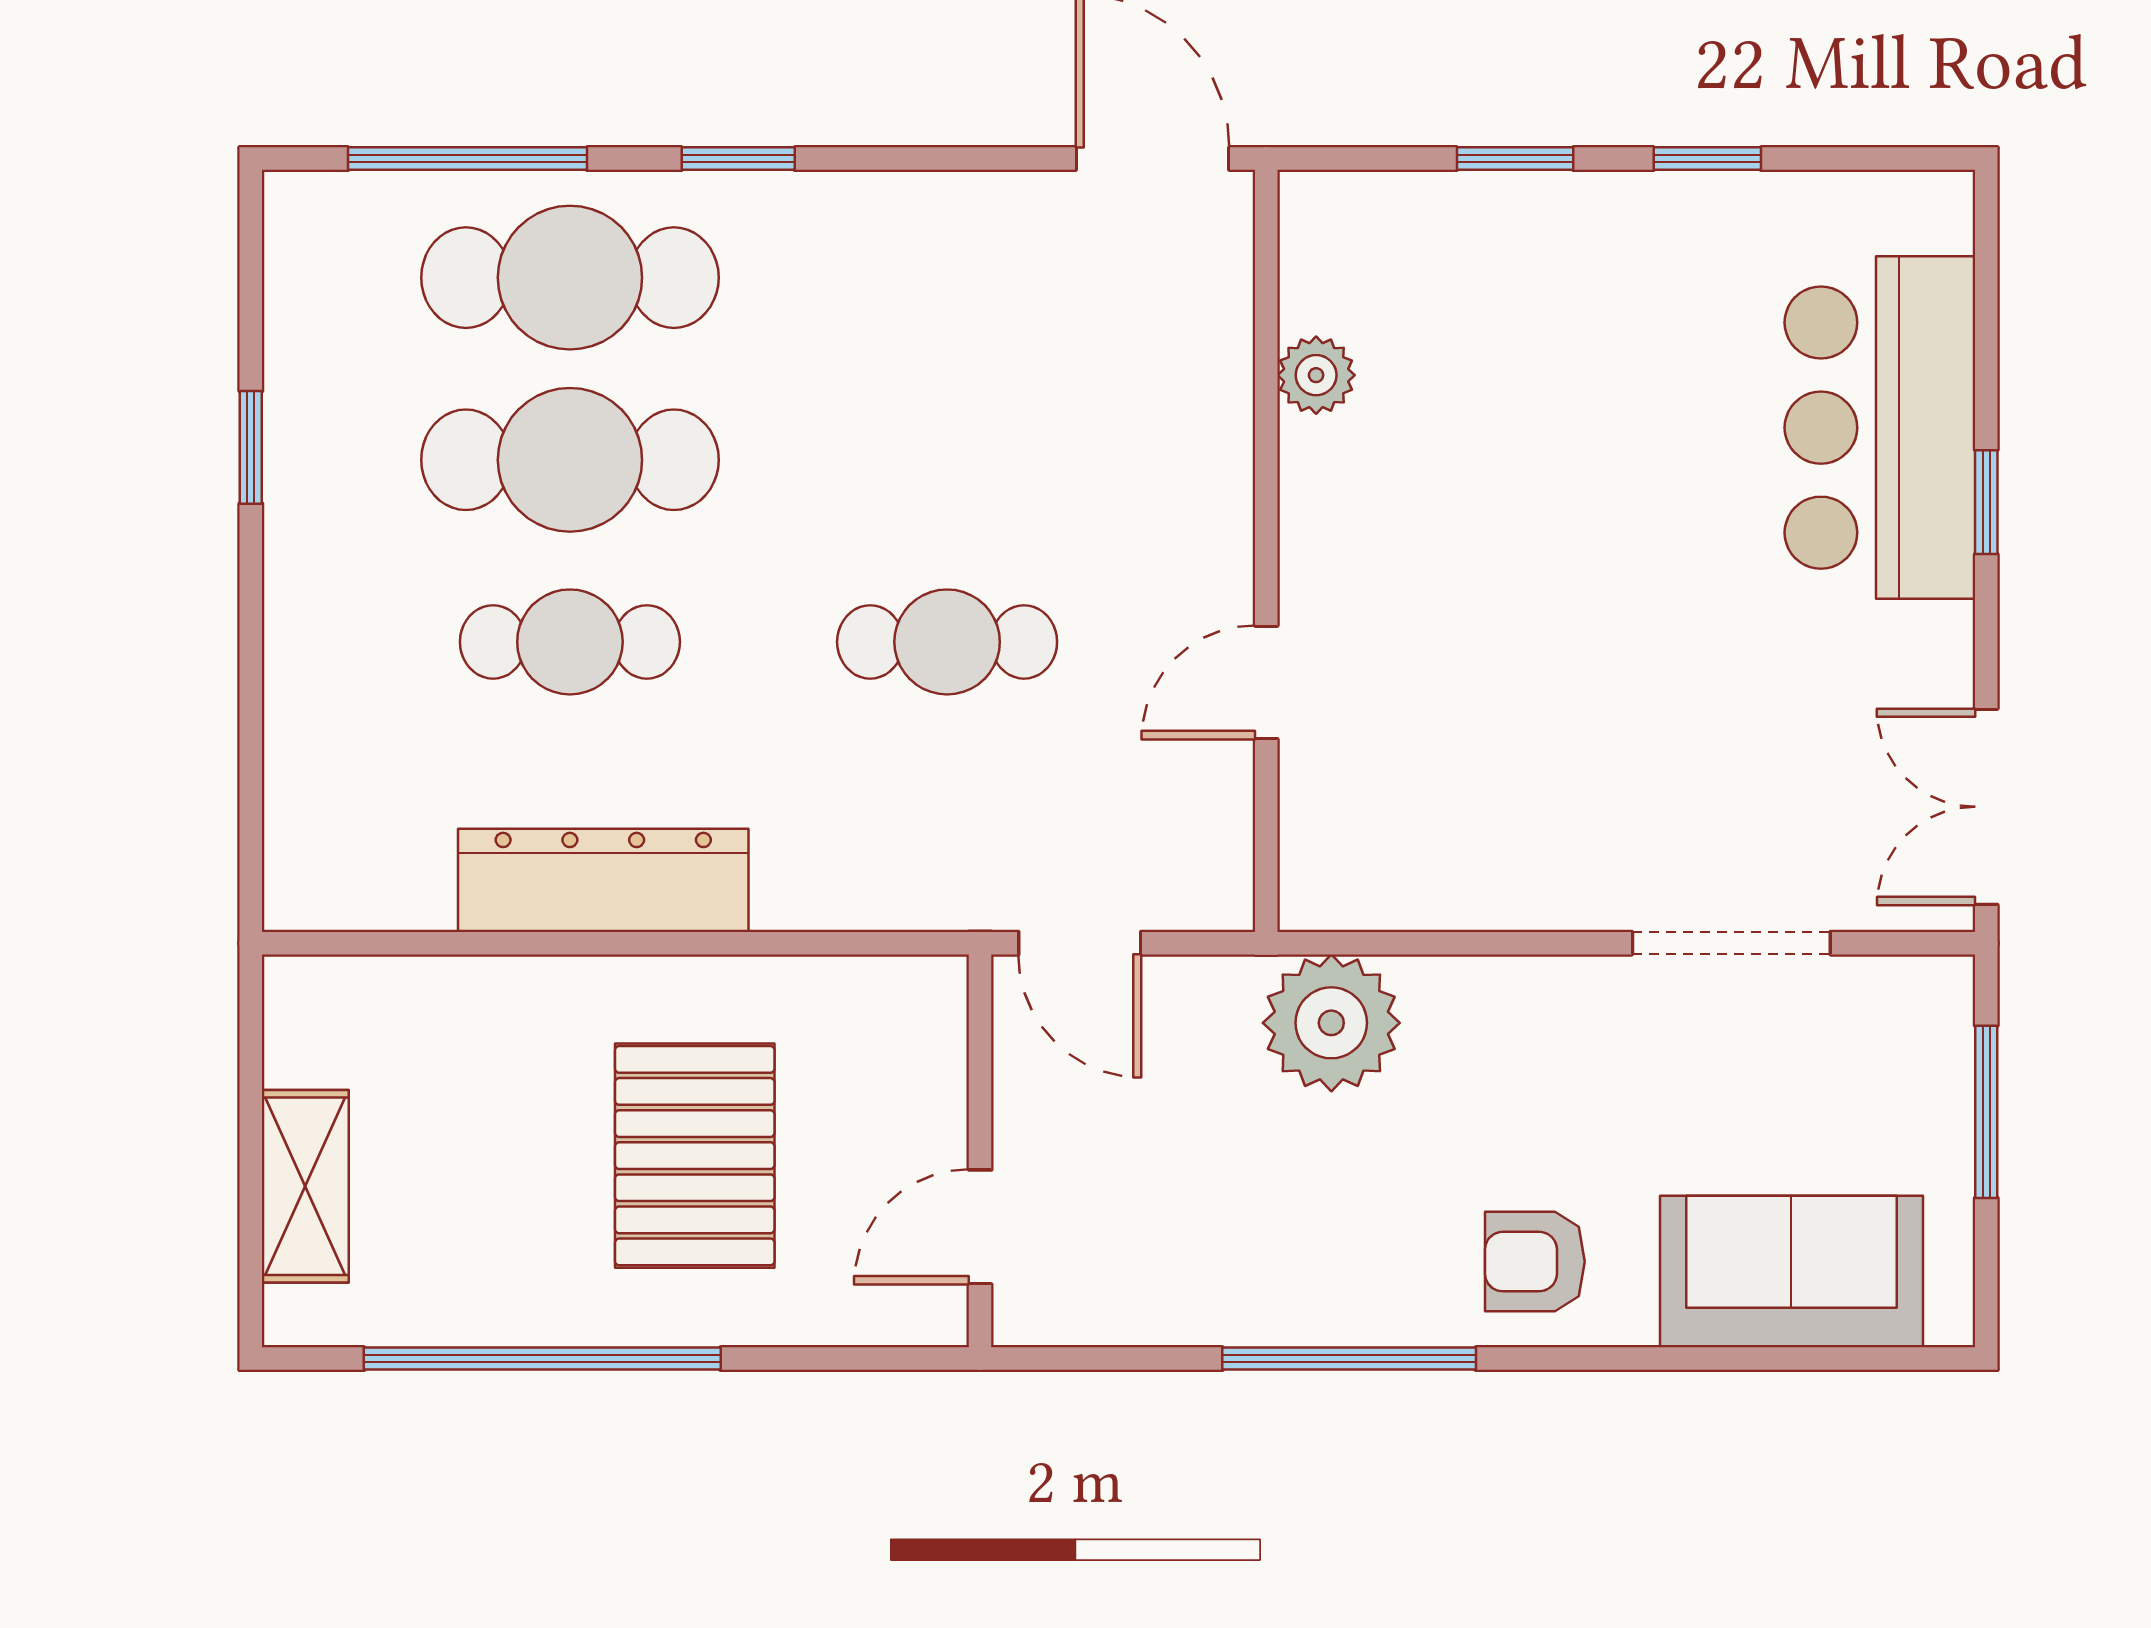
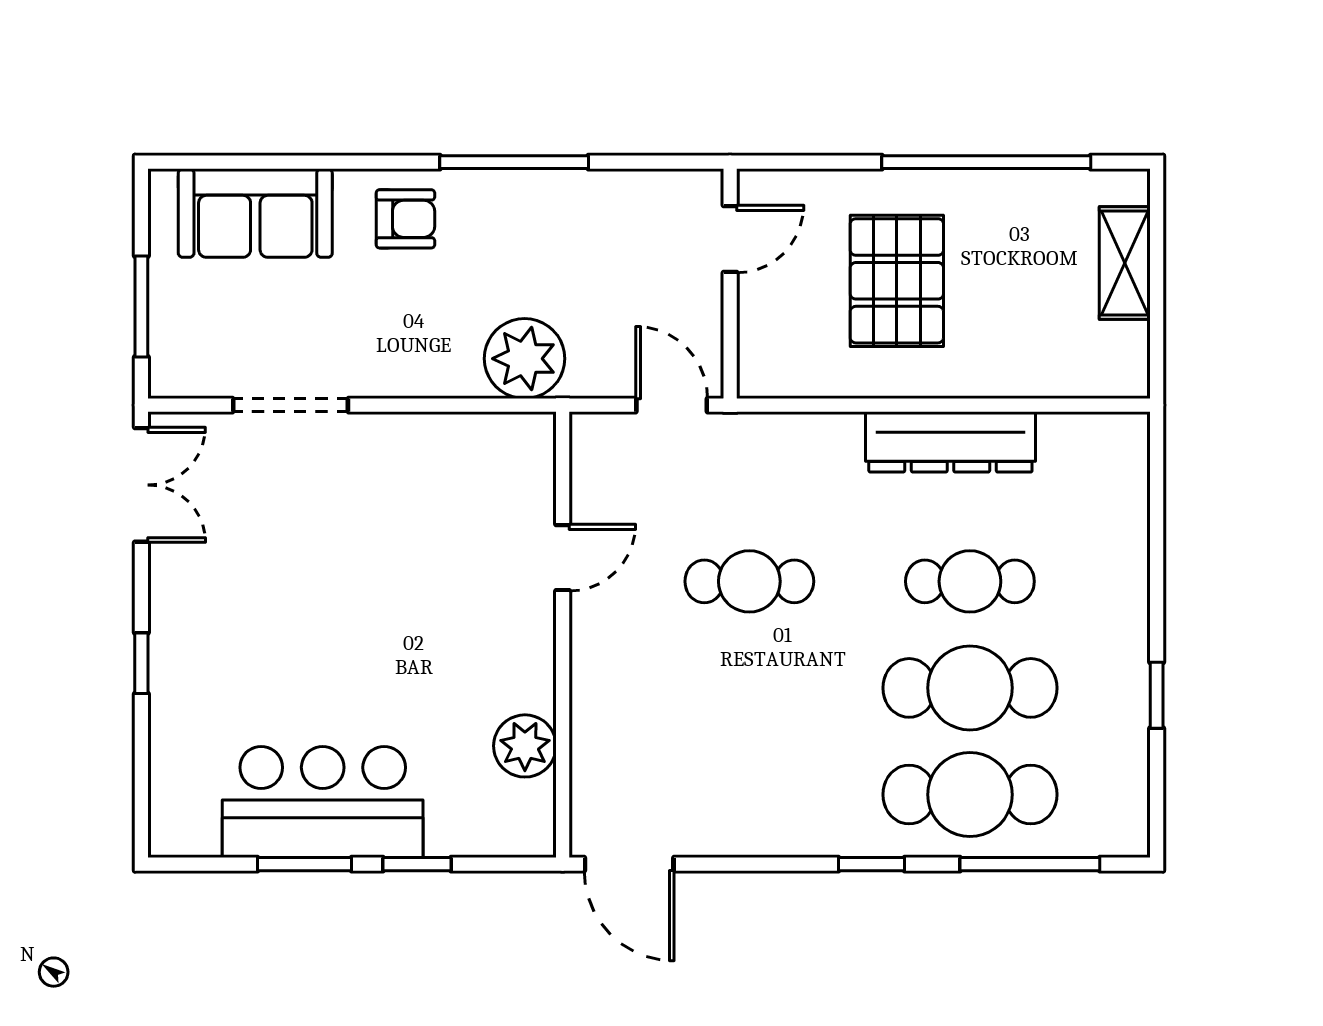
window: (1707, 159) -> (305, 864), width x1.50
plant: (1316, 375) -> (525, 746), width x1.38, depth x1.38
bar counter: (1880, 428) -> (323, 802), moved, turned -90

